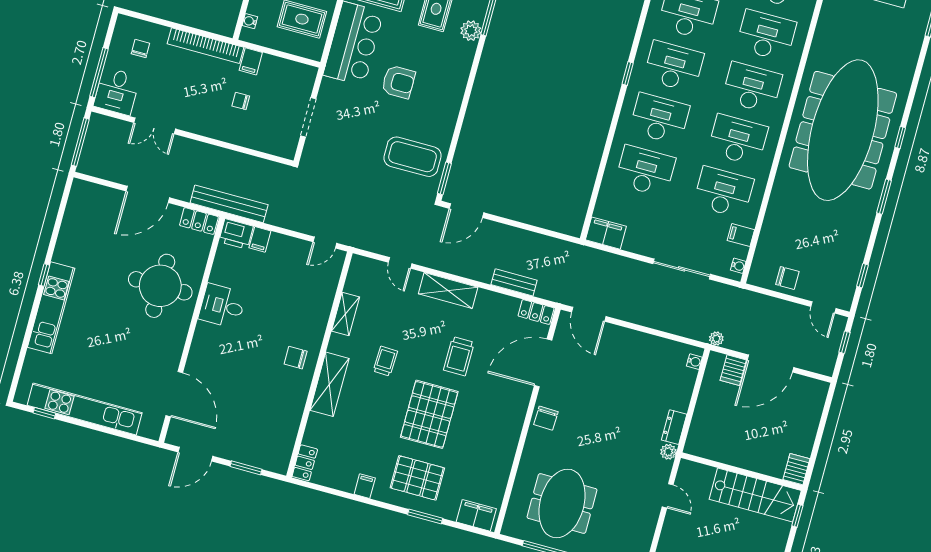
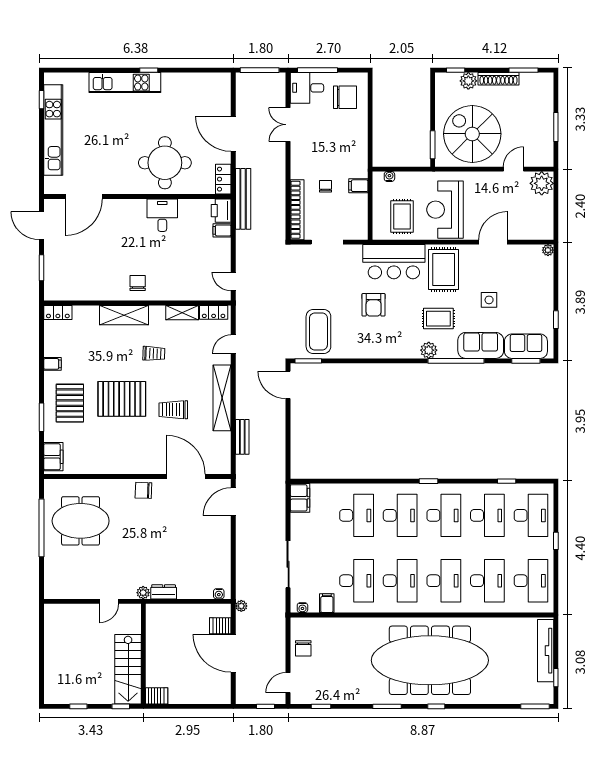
bookcase: (206, 46) -> (297, 210), moved, turned 180
chair: (140, 49) -> (345, 97), width x1.87, depth x1.87
shelving: (448, 291) -> (222, 398), width x1.47
locker: (536, 312) -> (214, 312), moved, turned -90

